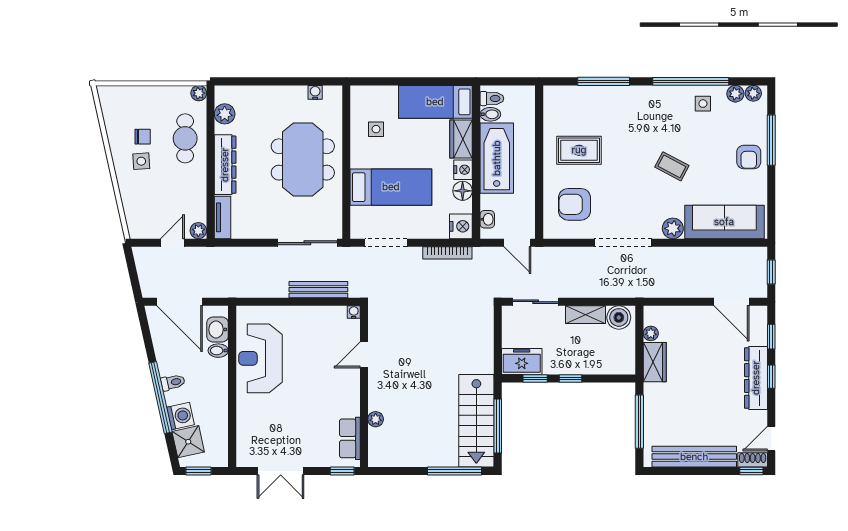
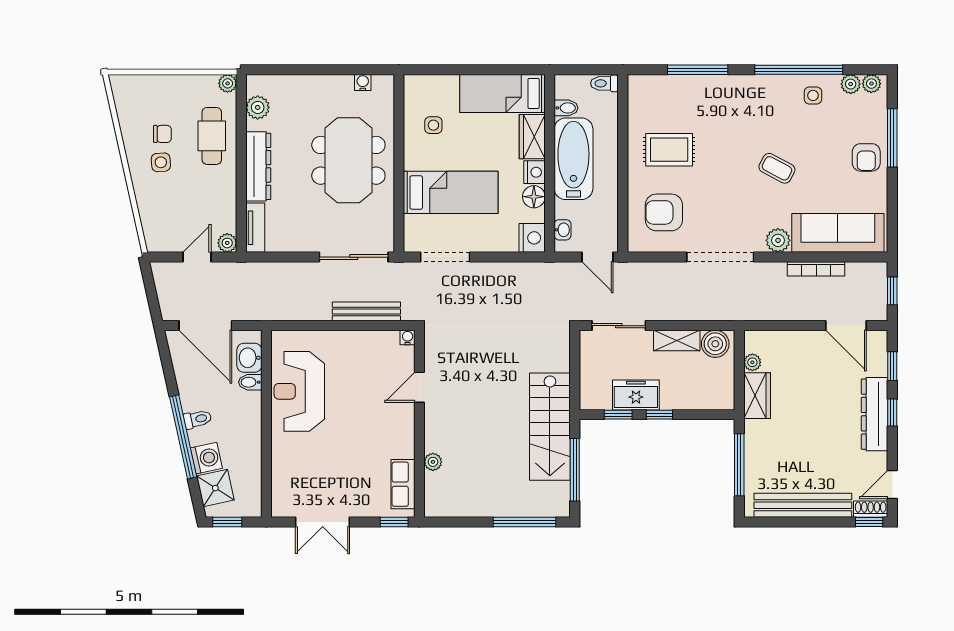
toilet: (492, 99) -> (604, 83), moved, turned 180
bookcase: (447, 253) -> (816, 269), moved
freezer: (522, 362) -> (636, 395), moved
stairs: (476, 421) -> (550, 427), moved

